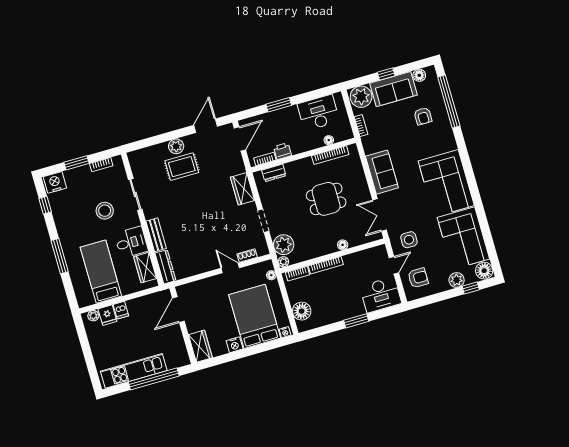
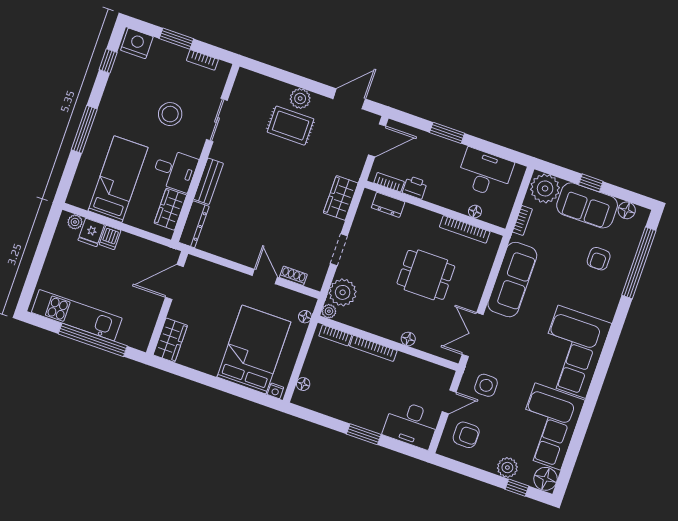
sofa: (382, 172) -> (512, 280), width x1.36
floor lamp: (302, 311) -> (303, 384), width x0.53, depth x0.53
nightstand: (235, 345) -> (209, 365), removed

